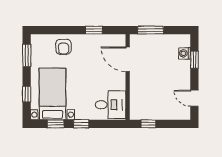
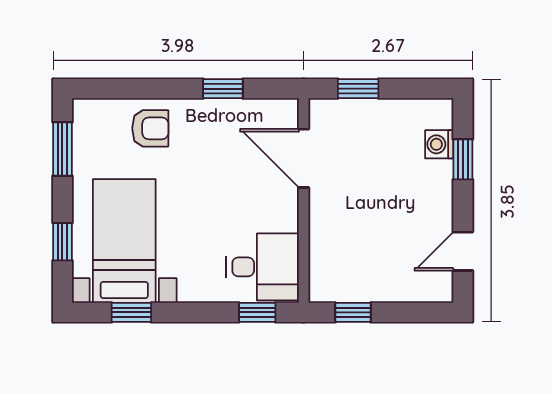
window: (151, 30) -> (358, 89), width x0.67
armchair: (63, 47) -> (150, 128), turned -90
door: (194, 98) -> (463, 251), hinge flipped
window: (81, 124) -> (257, 312), moved

